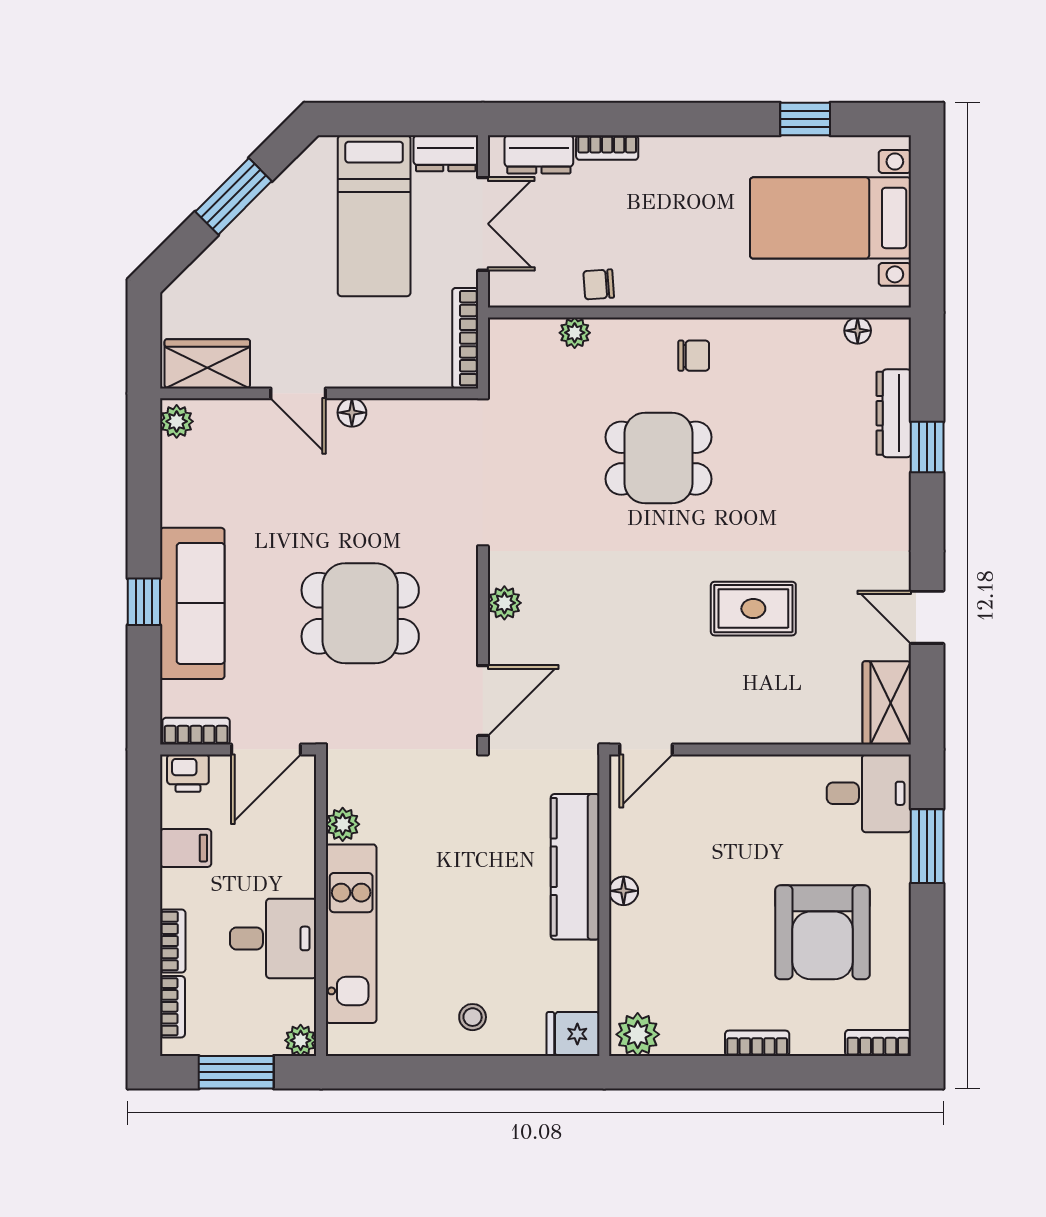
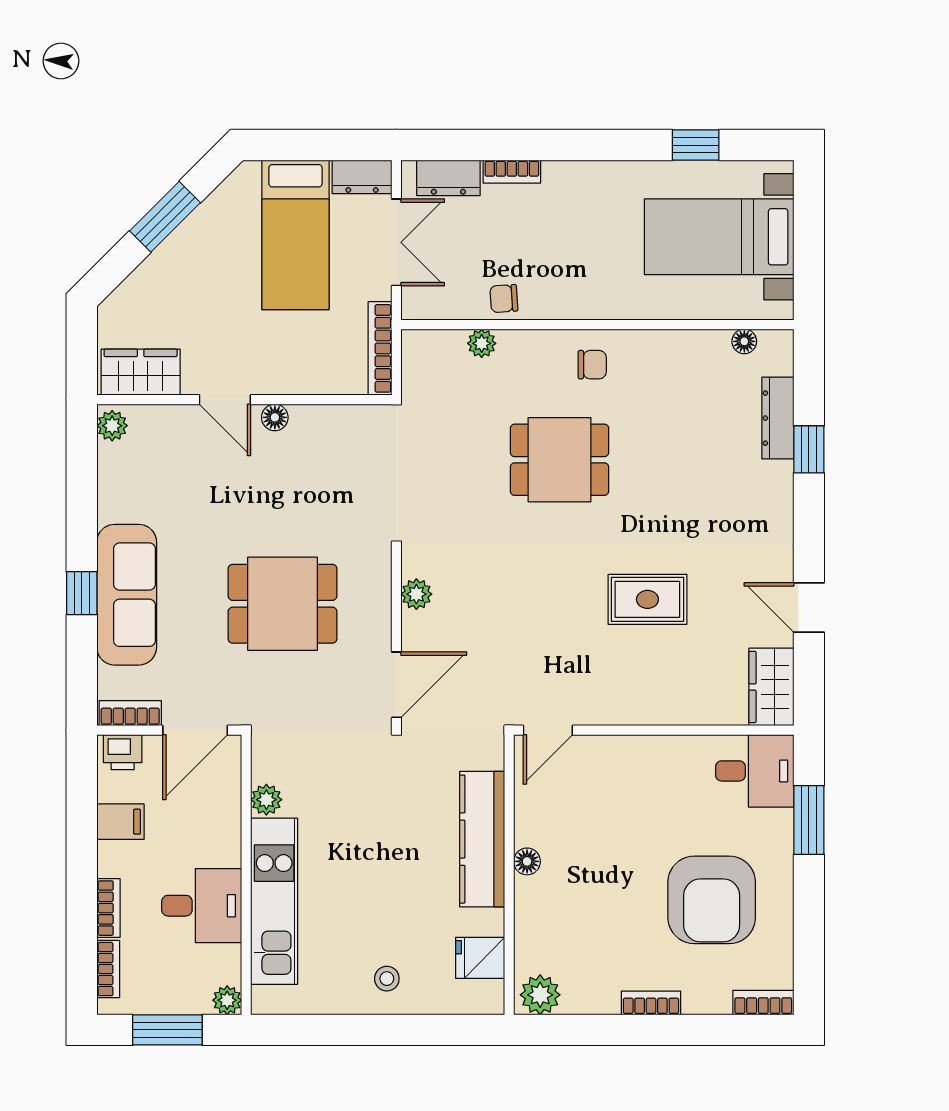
fridge: (573, 1034) -> (480, 958), moved

